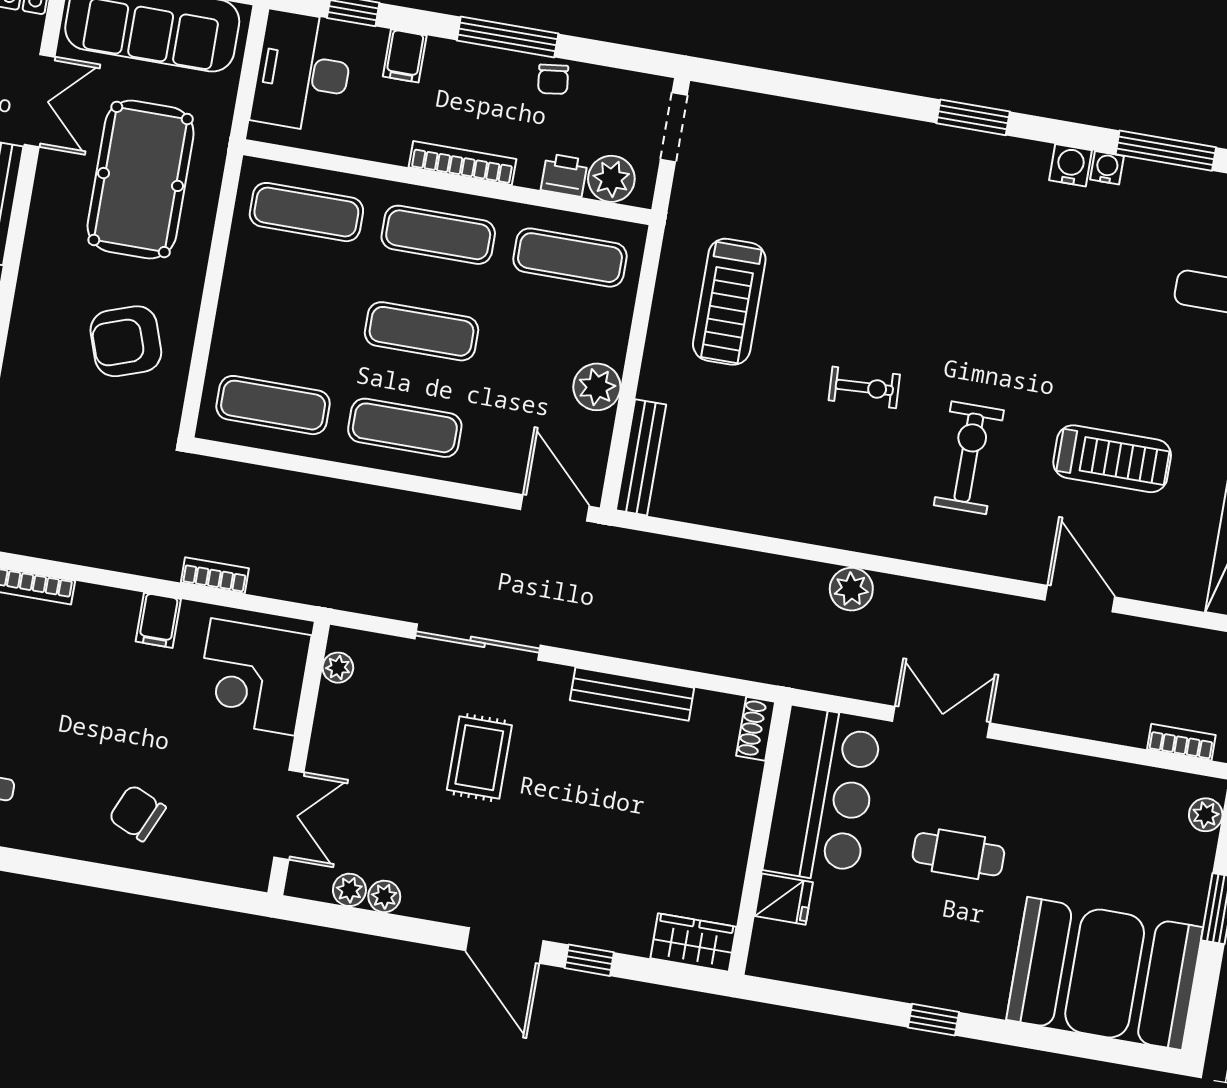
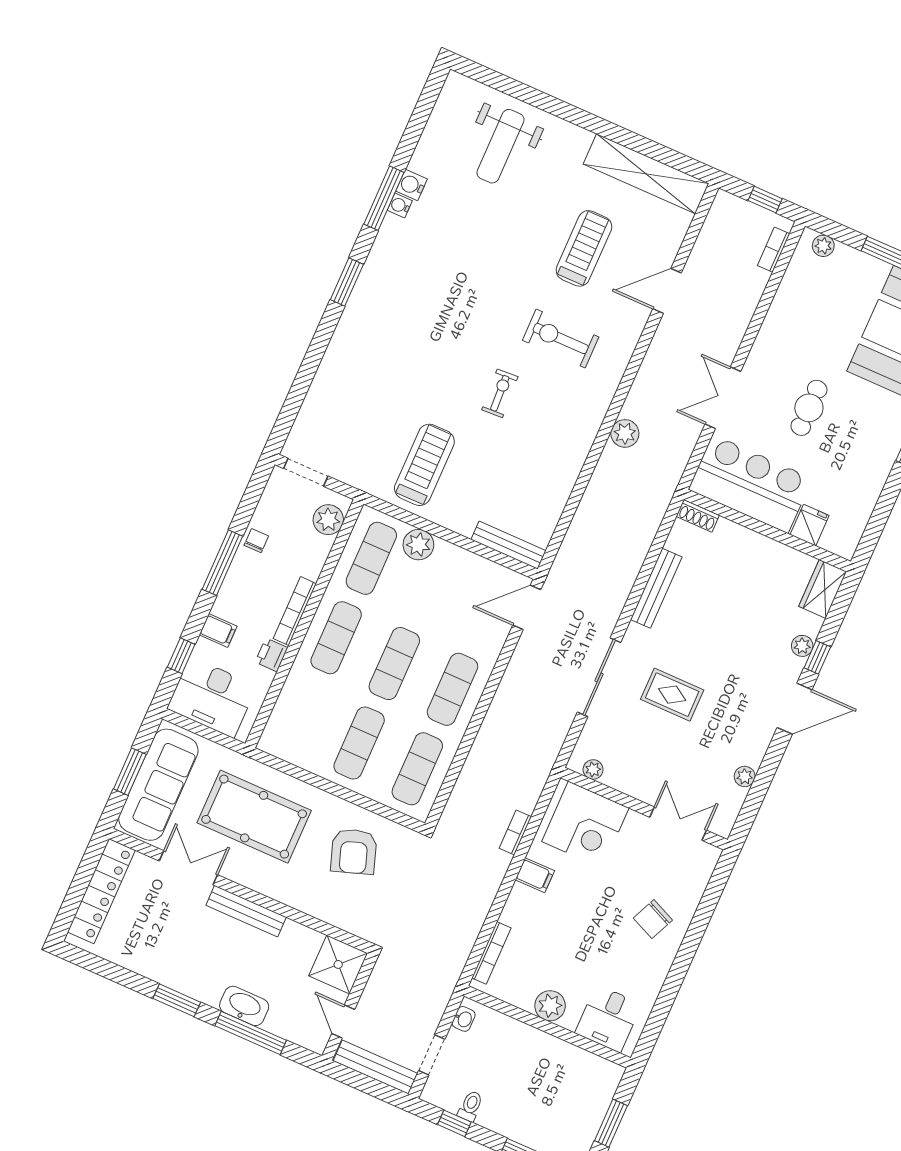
chair: (553, 79) -> (256, 541), turned -83
window: (1166, 151) -> (384, 198), moved
water cooler: (1071, 165) -> (412, 185), moved
printer: (564, 175) -> (271, 655), moved
exercise mat: (306, 212) -> (359, 743), moved
treadmill: (729, 302) -> (424, 465), turned -90
plant: (597, 387) -> (418, 545), moved
plant: (349, 890) -> (802, 646), moved

